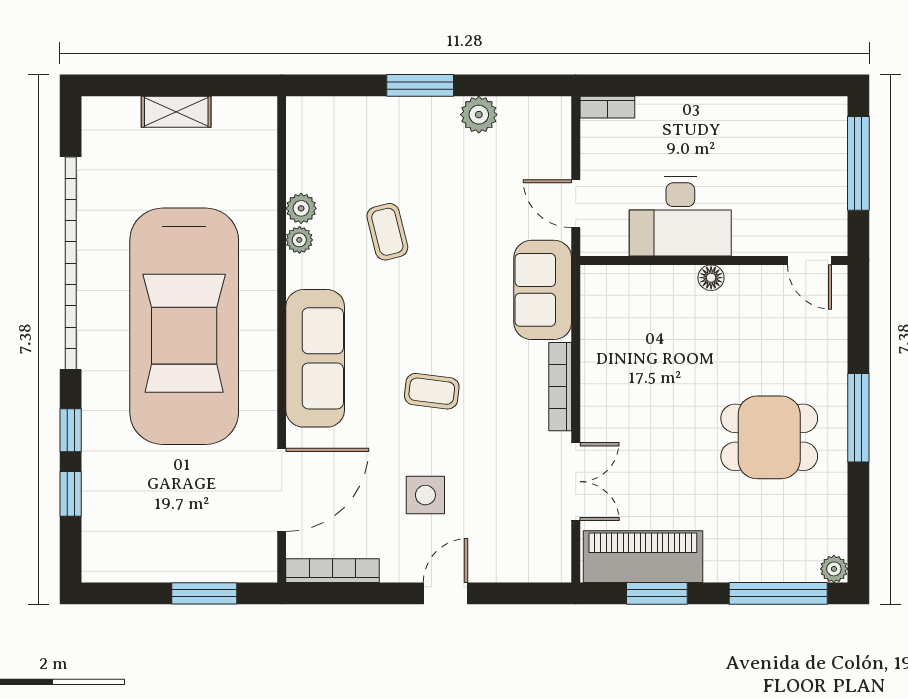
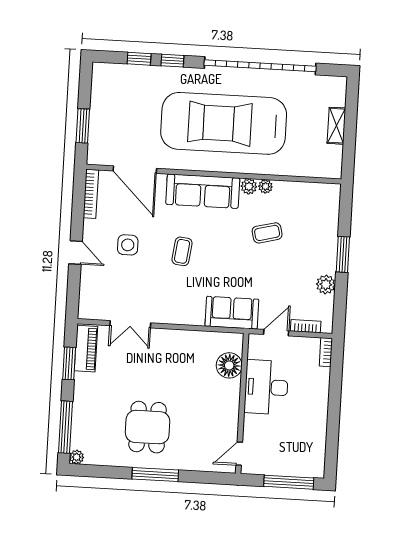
plant: (301, 208) -> (249, 186), moved
floor lamp: (711, 278) -> (229, 365), moved, width x1.89, depth x1.89
bookcase: (560, 387) -> (306, 326), moved, width x0.64
piano: (643, 557) -> (86, 349), width x0.73, depth x0.75

